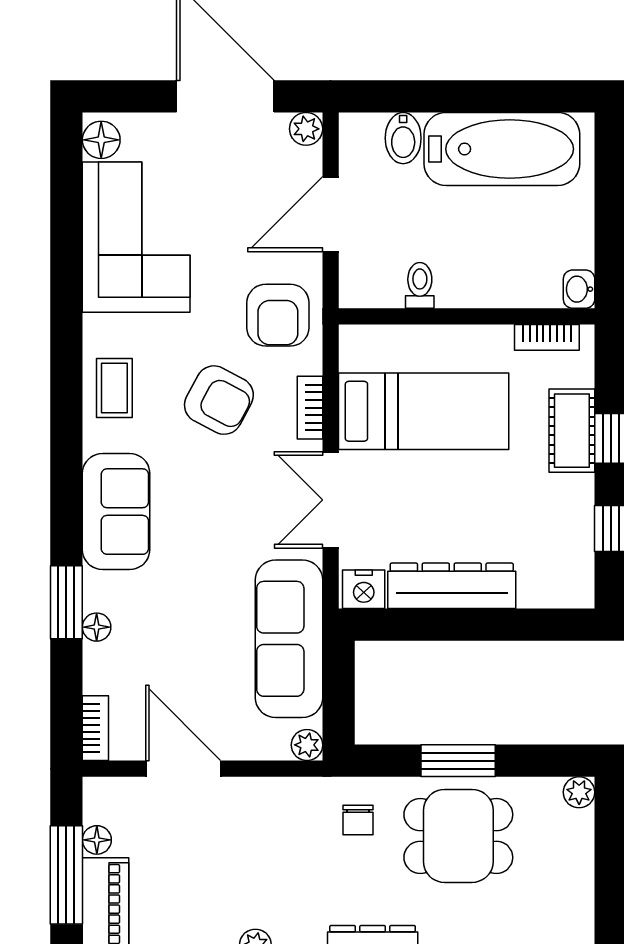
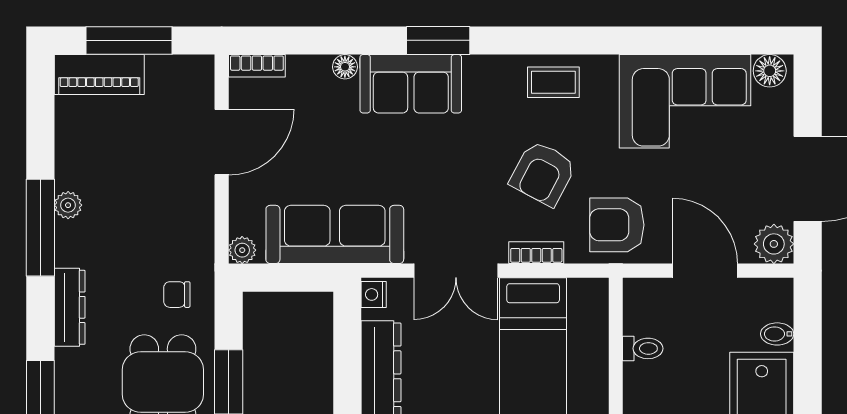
plant: (306, 129) -> (774, 244), width x1.38, depth x1.38
bidet: (403, 138) -> (777, 334), width x0.72, depth x0.74
double door: (331, 500) -> (456, 271), swing flipped
sofa: (116, 512) -> (411, 84), moved
nightstand: (364, 589) -> (374, 294), width x0.72, depth x0.74
window: (66, 602) -> (438, 40), moved
floor lamp: (97, 840) -> (159, 67), removed

